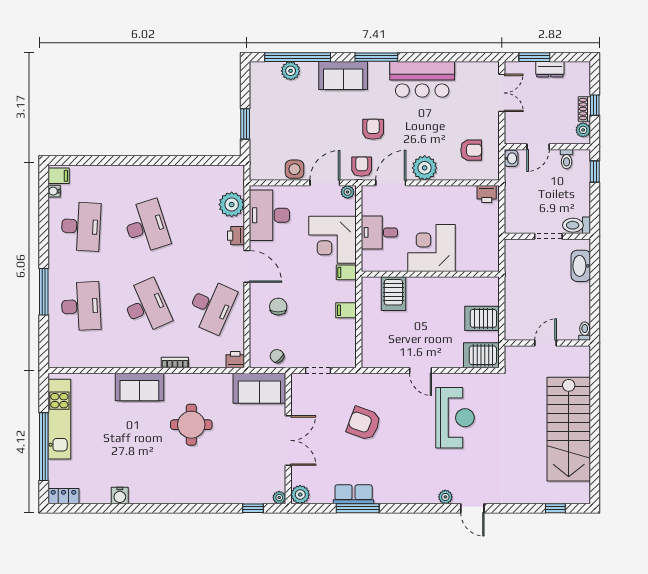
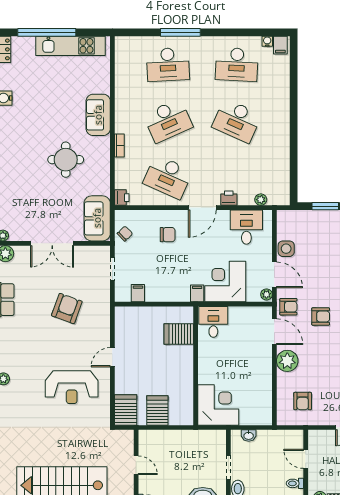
washbasin: (511, 158) -> (249, 436), moved
printer: (487, 194) -> (265, 415), removed
plant: (232, 205) -> (261, 200), width x0.53, depth x0.53
desk: (269, 215) -> (246, 227), width x0.73
desk: (146, 226) -> (237, 121), turned 42
desk: (379, 232) -> (213, 322), moved
corner desk: (431, 248) -> (218, 405), moved
filing cabinet: (346, 310) -> (138, 293), moved

